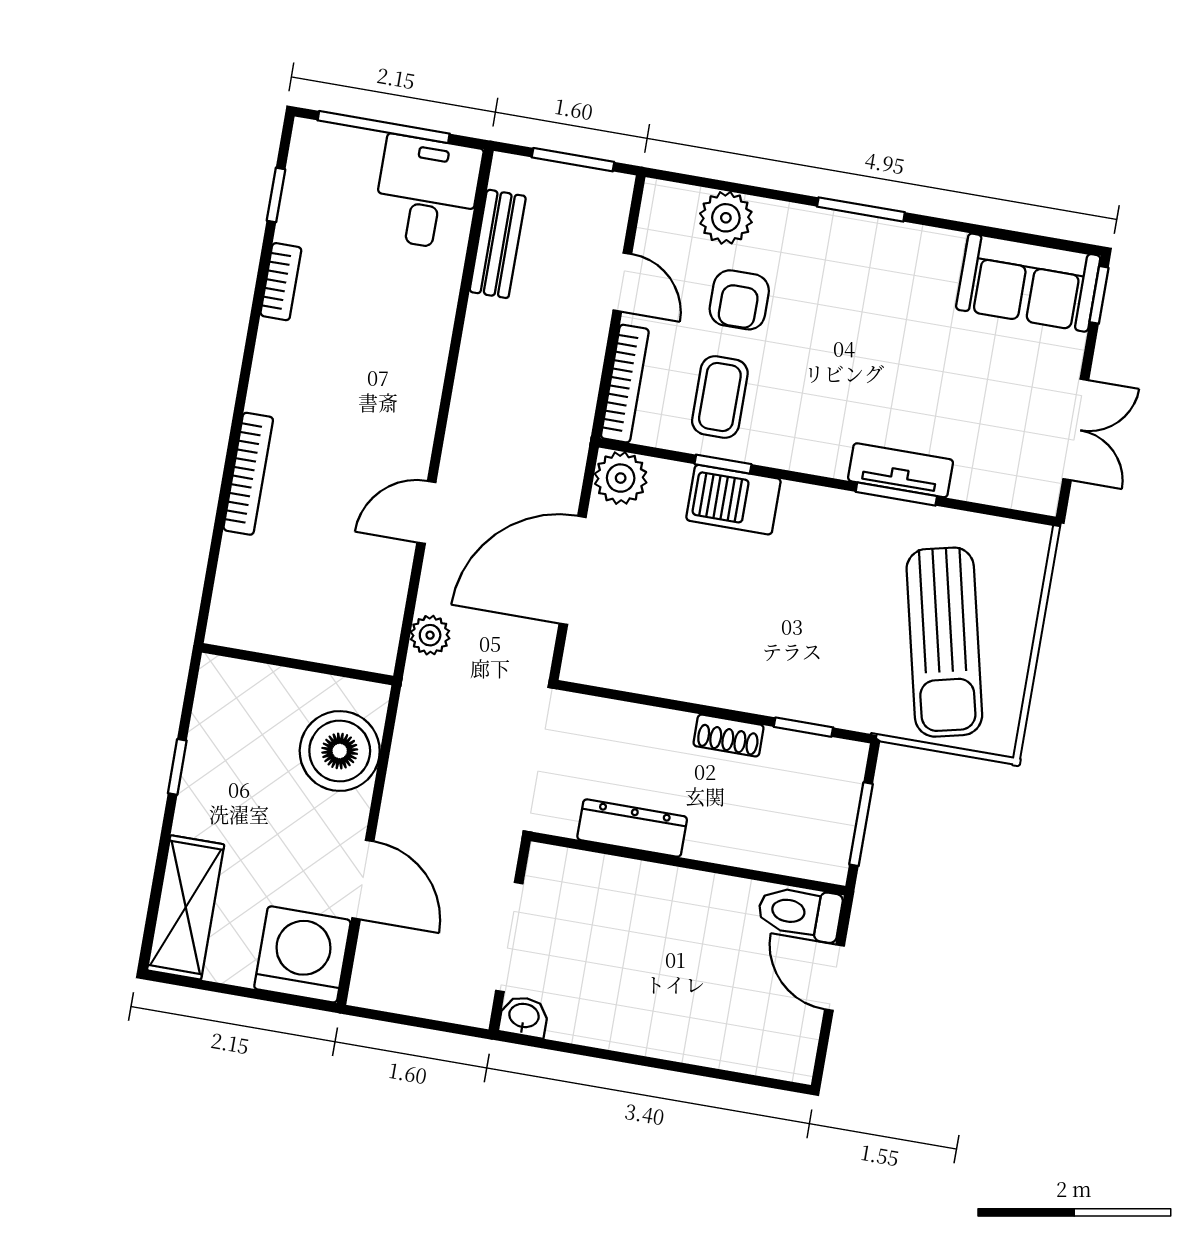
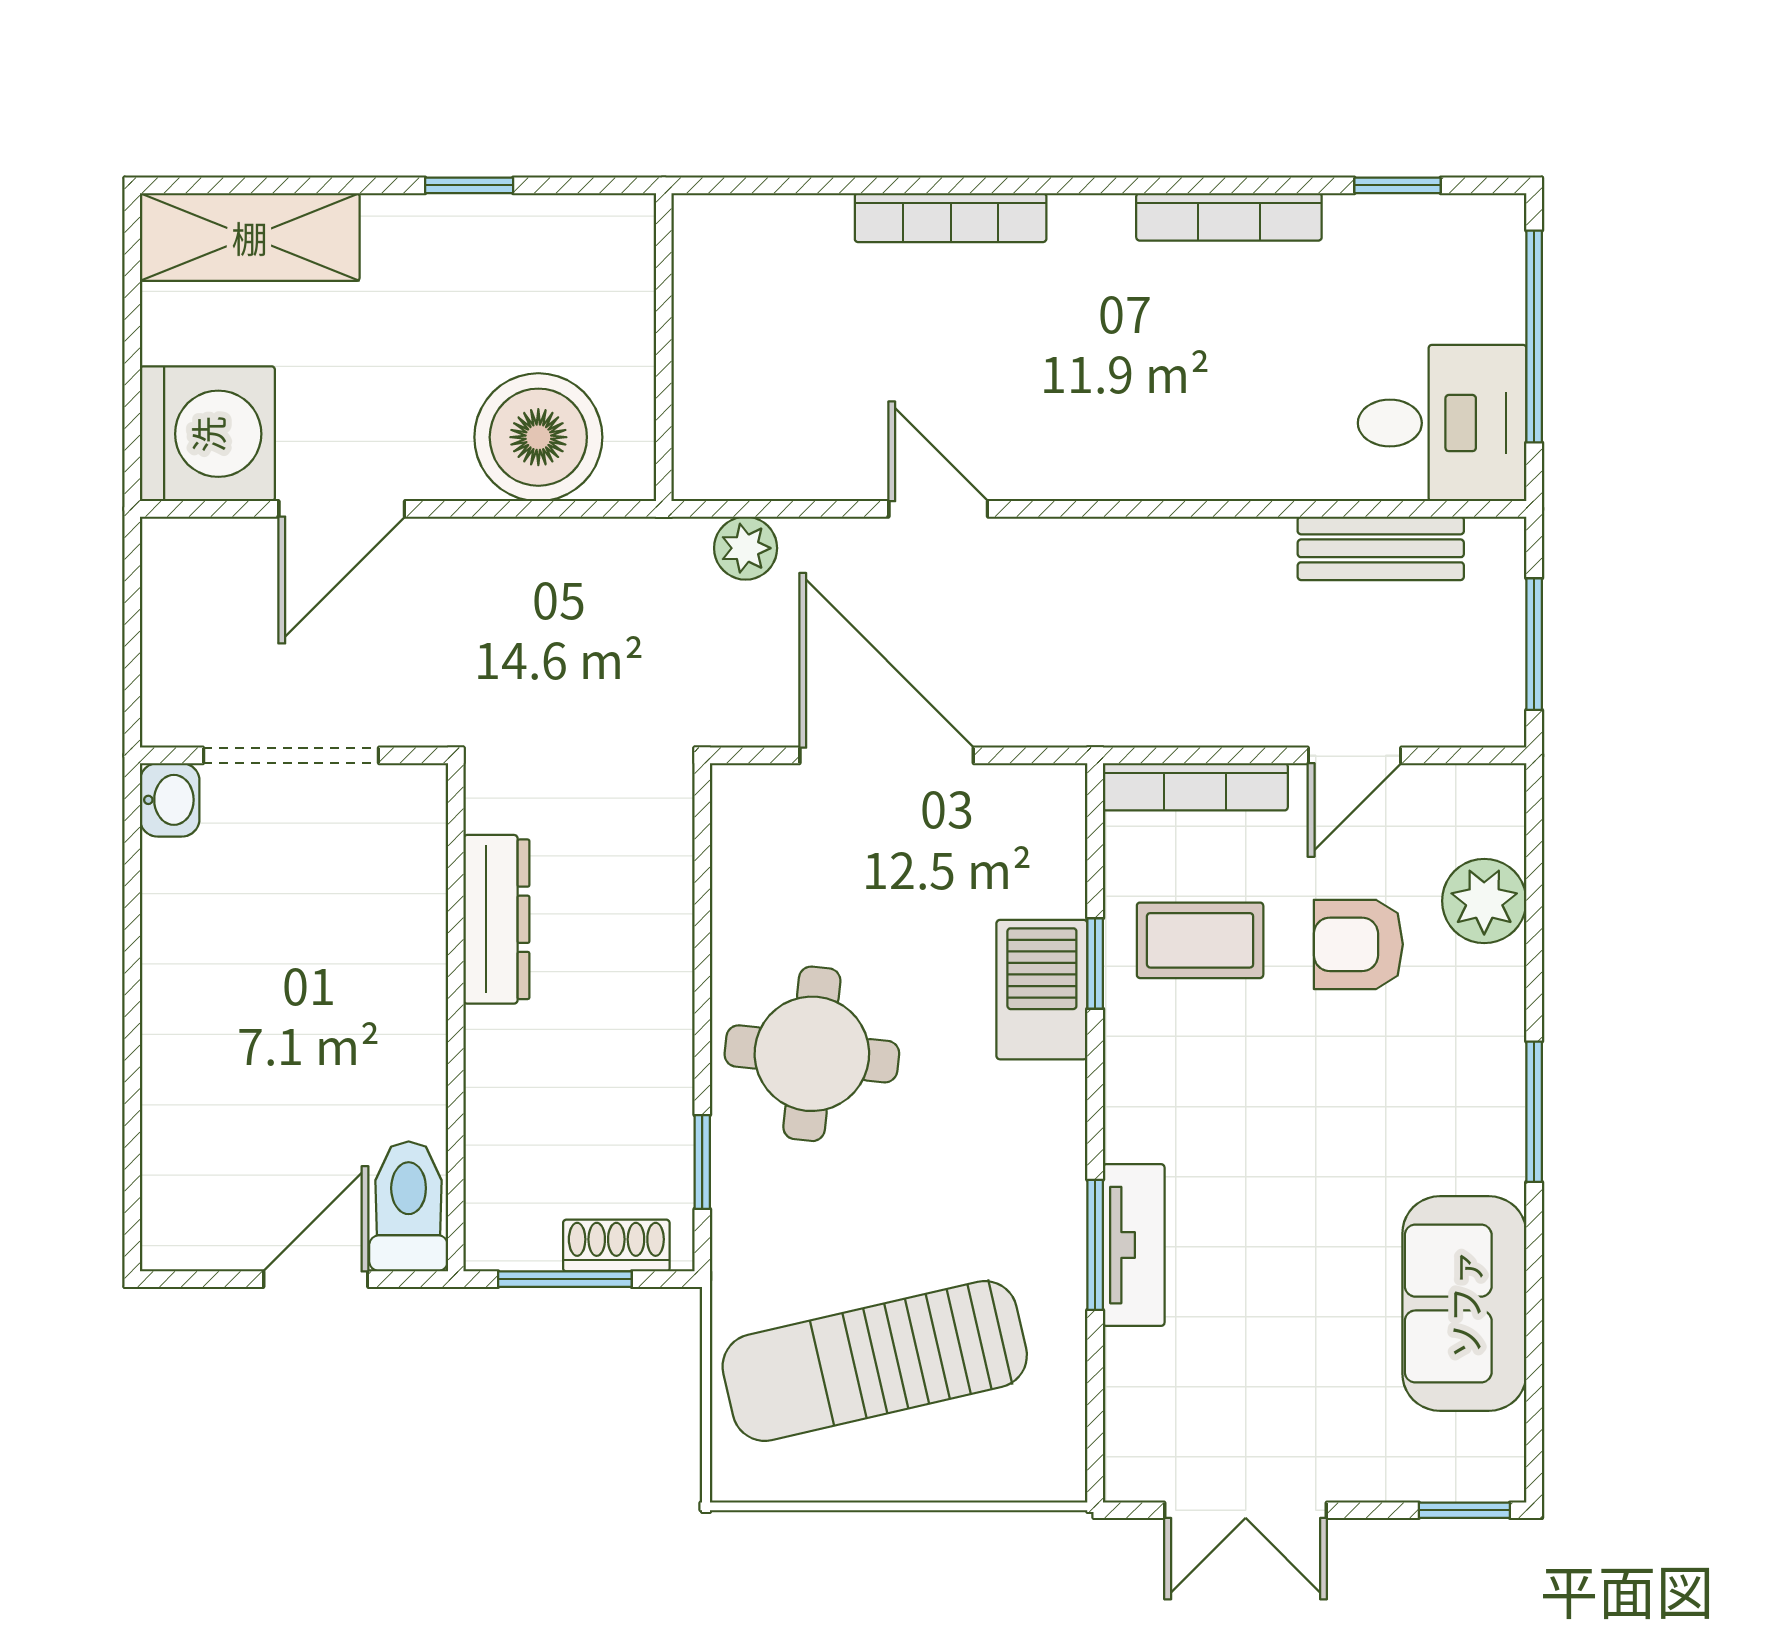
bookcase: (281, 282) -> (1229, 217), width x1.56
sofa: (1028, 283) -> (1464, 1304), moved
plant: (621, 478) -> (1045, 806), removed
round table: (748, 648) -> (812, 1054), added
shoe rack: (729, 735) -> (616, 1246), moved, turned 90

